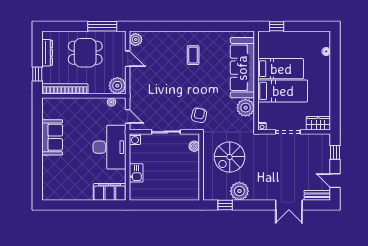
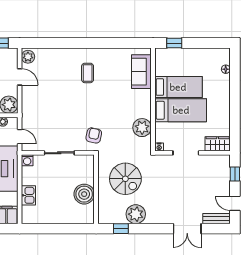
sofa: (242, 68) -> (141, 72), width x0.54, depth x0.79
boiler: (194, 146) -> (84, 194), moved, width x1.86, depth x1.86
spiral stairs: (230, 157) -> (125, 179), turned -90

